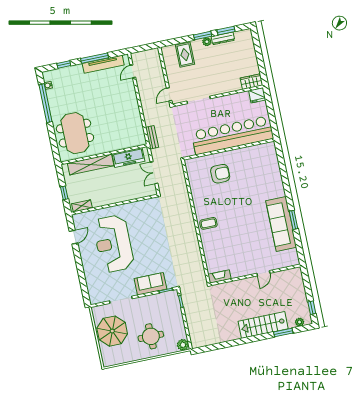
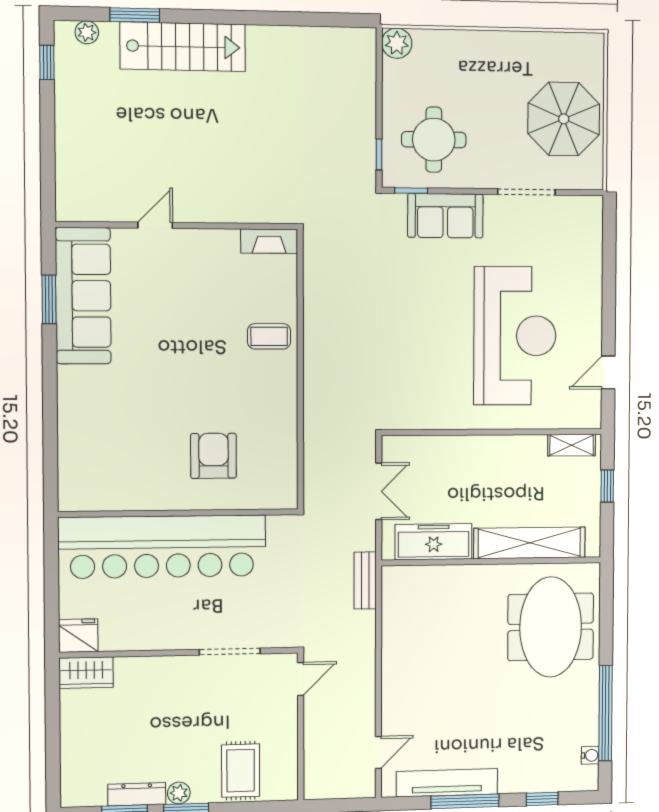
armchair: (220, 174) -> (213, 456), turned 90
door: (263, 273) -> (155, 225), moved
wall: (255, 275) -> (177, 225), moved
fireplace: (219, 277) -> (269, 241), moved
round table: (151, 336) -> (434, 140), moved

